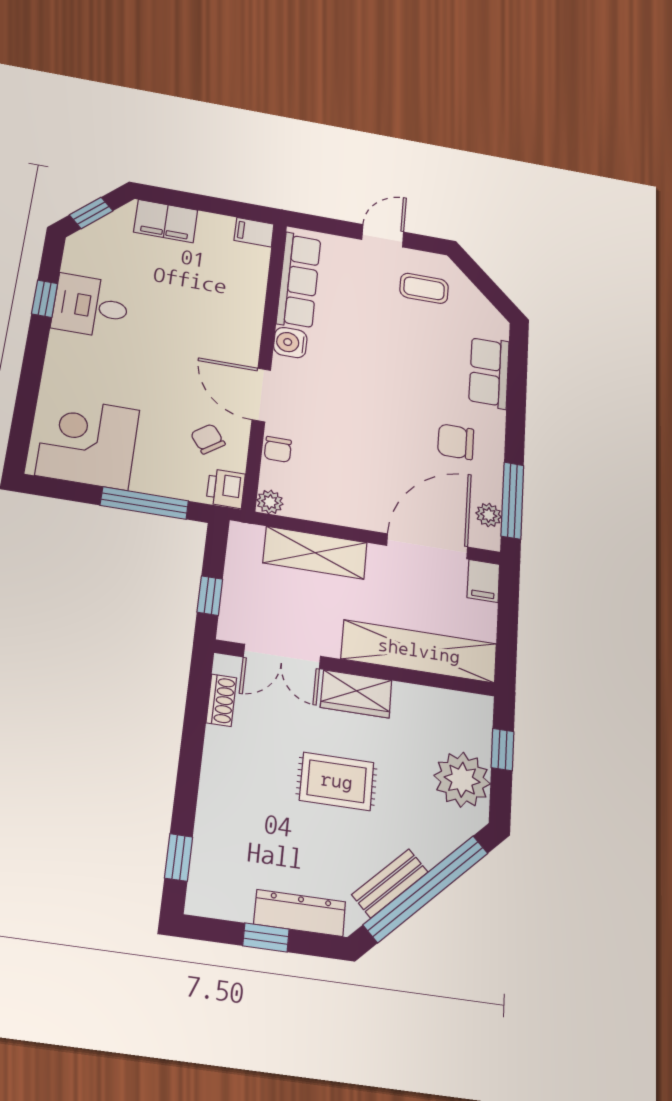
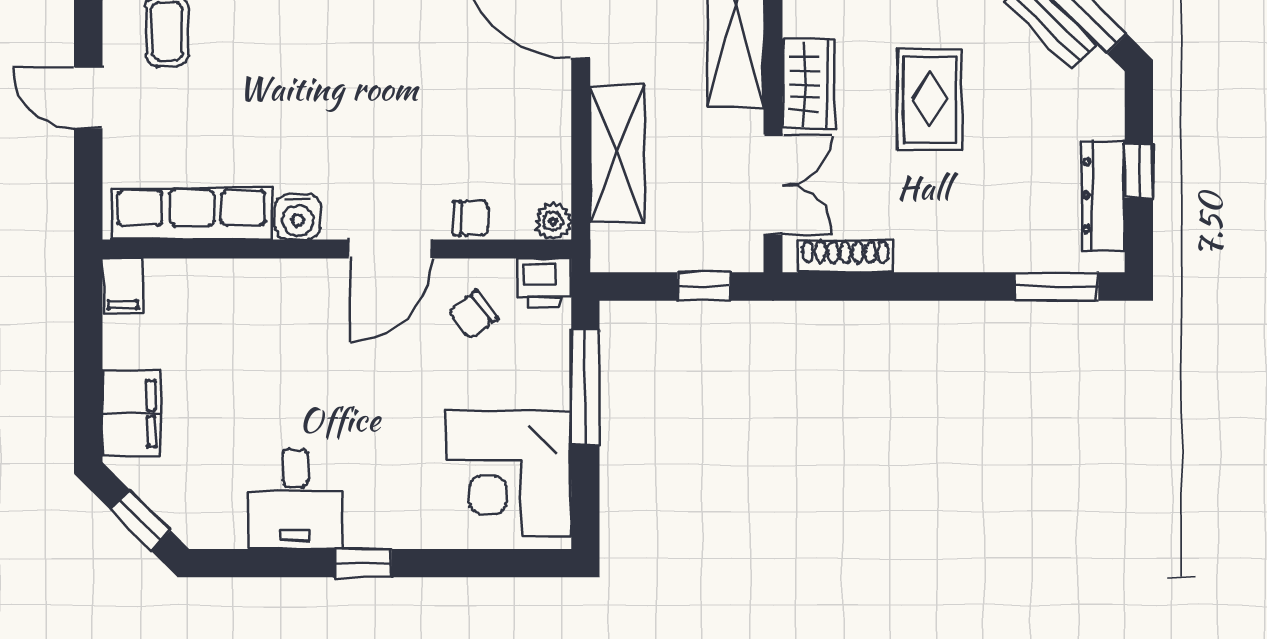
window: (45, 299) -> (363, 563), moved
shoe rack: (221, 700) -> (845, 256), width x1.43
window: (179, 857) -> (1056, 286), width x1.50
dresser: (300, 913) -> (1103, 195), moved

